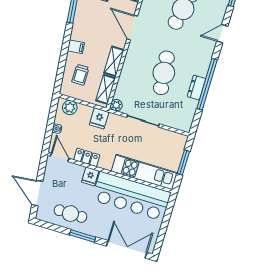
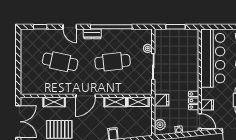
trolley: (80, 75) -> (133, 124), removed
dresser: (196, 88) -> (92, 34), moved
plant: (116, 105) -> (148, 48), moved
door: (60, 157) -> (200, 121), swing flipped
kitchen unit: (144, 172) -> (192, 54), removed
fridge: (90, 176) -> (207, 105), moved

